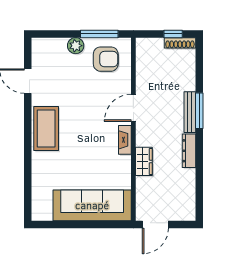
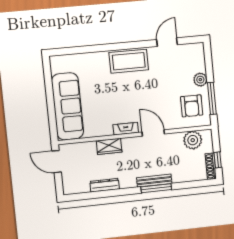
plant: (147, 62) -> (193, 140), added
dresser: (189, 151) -> (105, 185), moved

